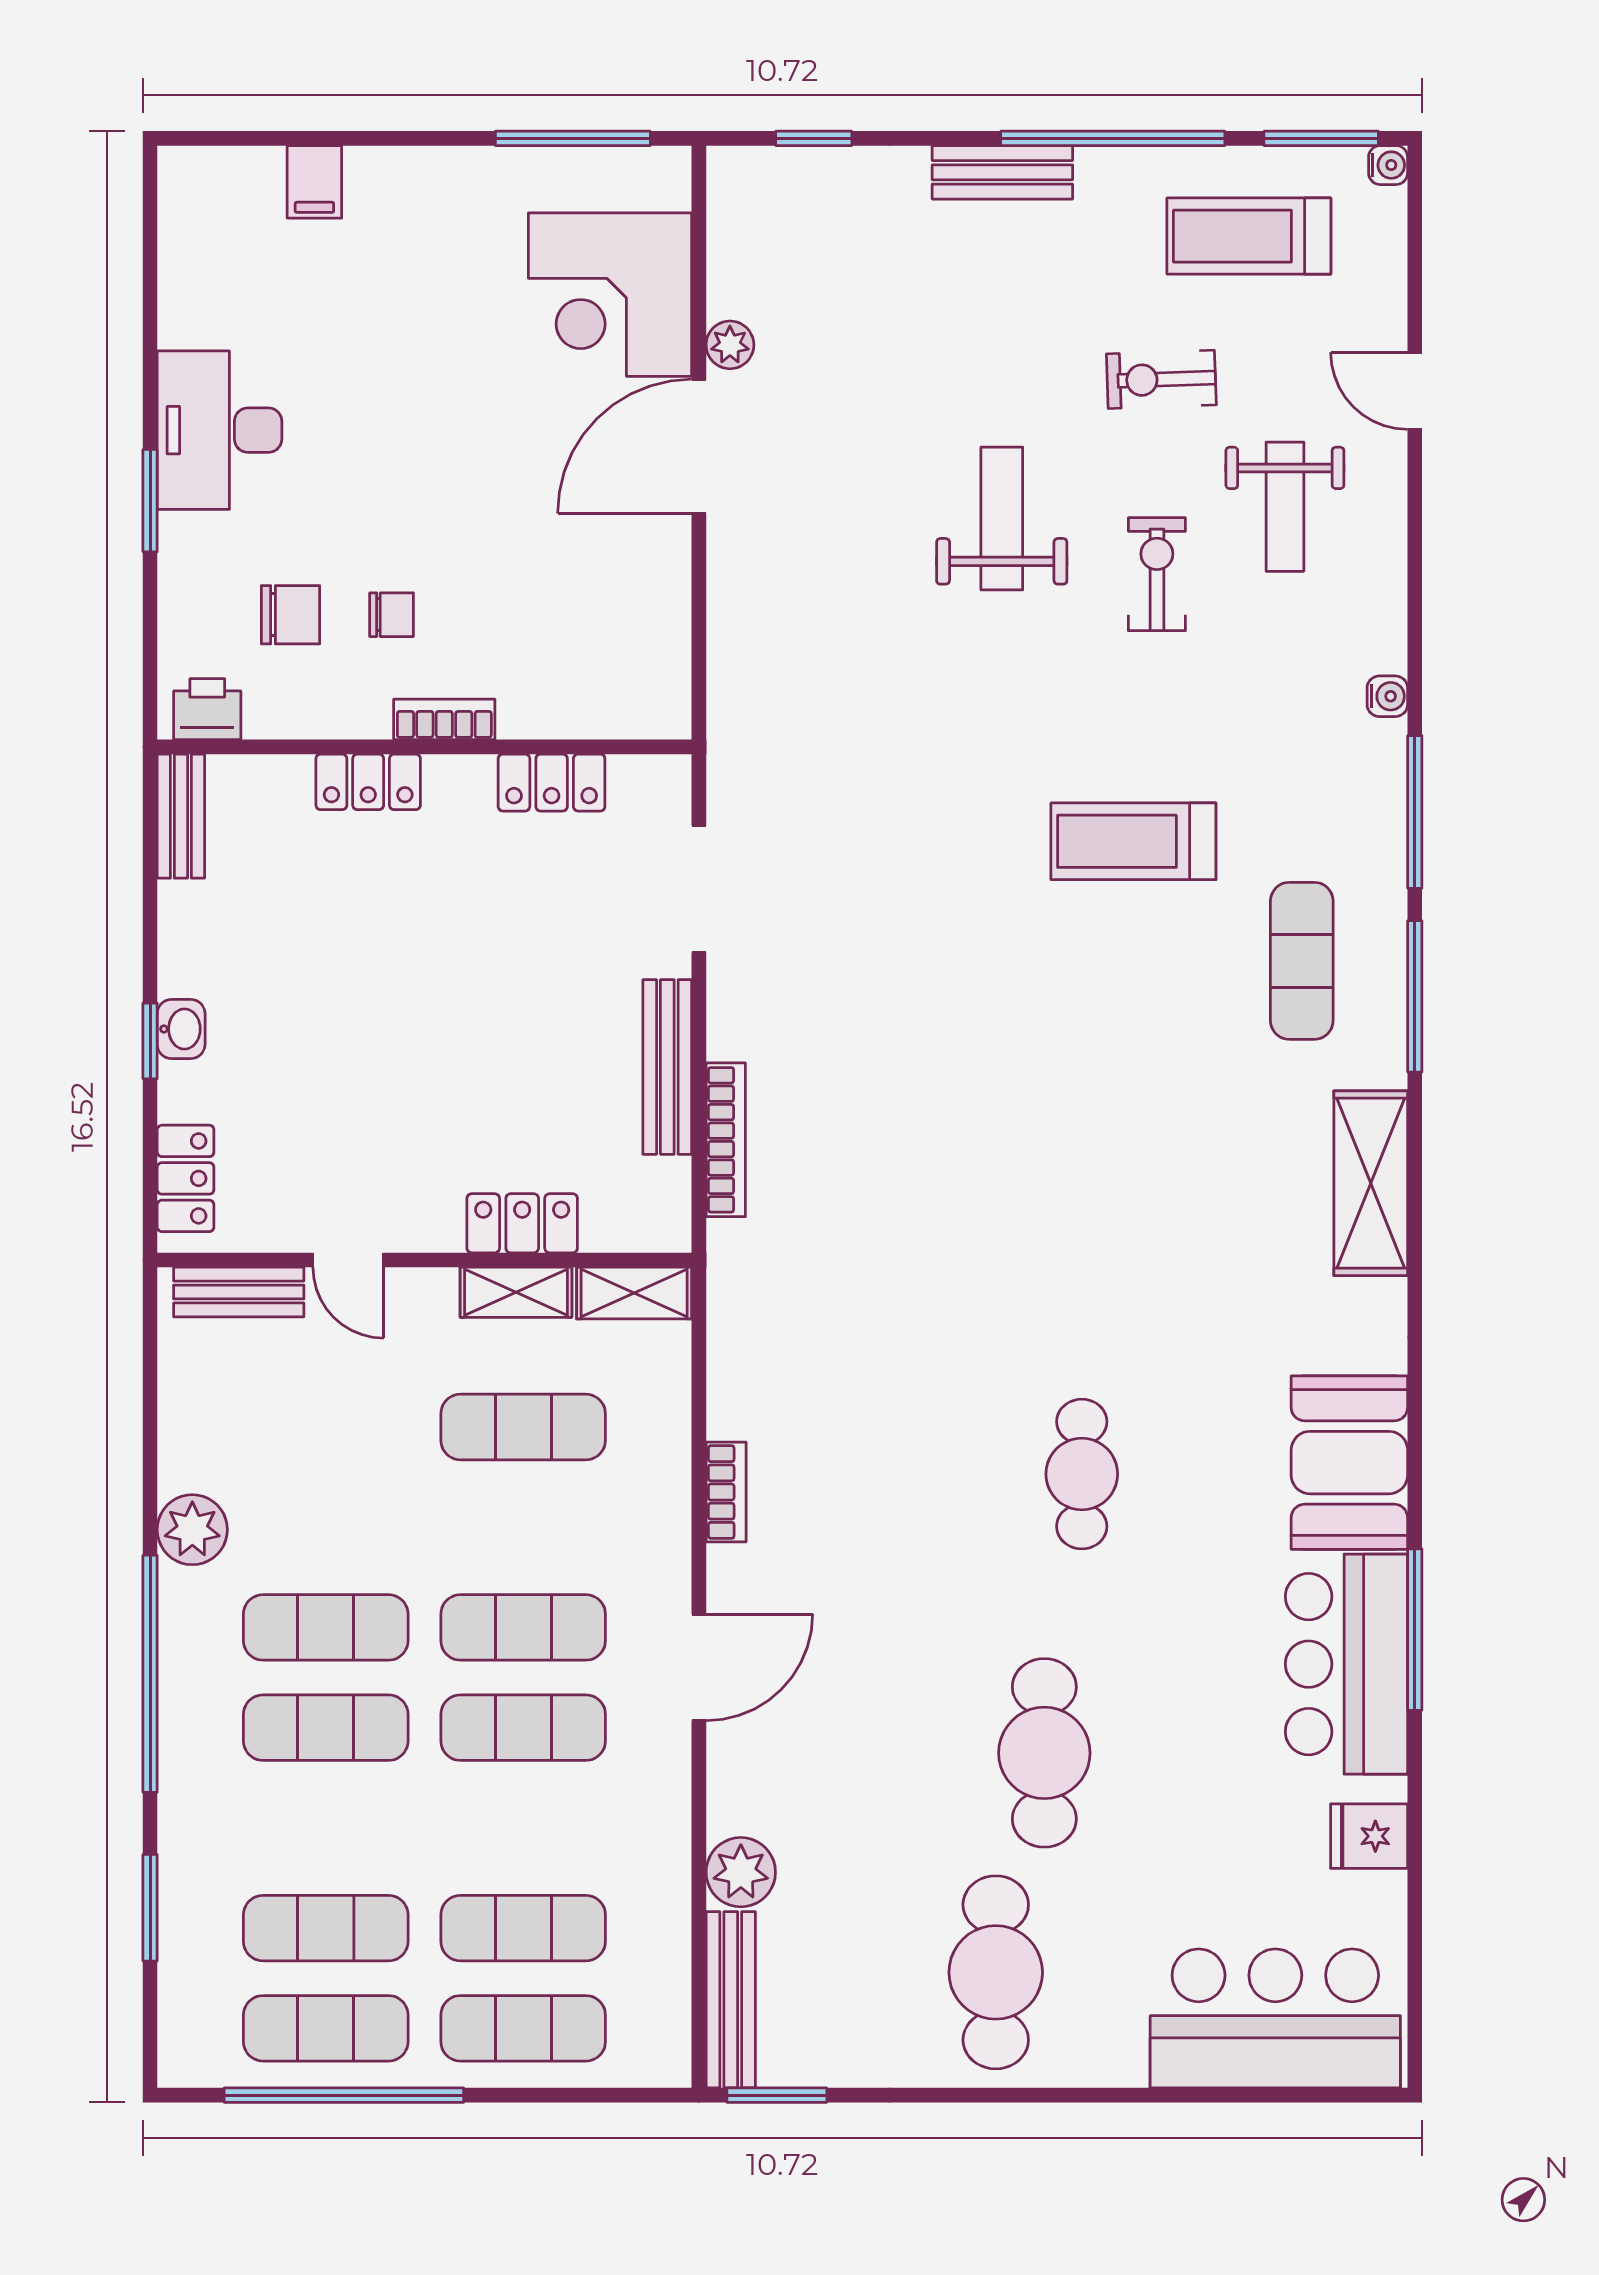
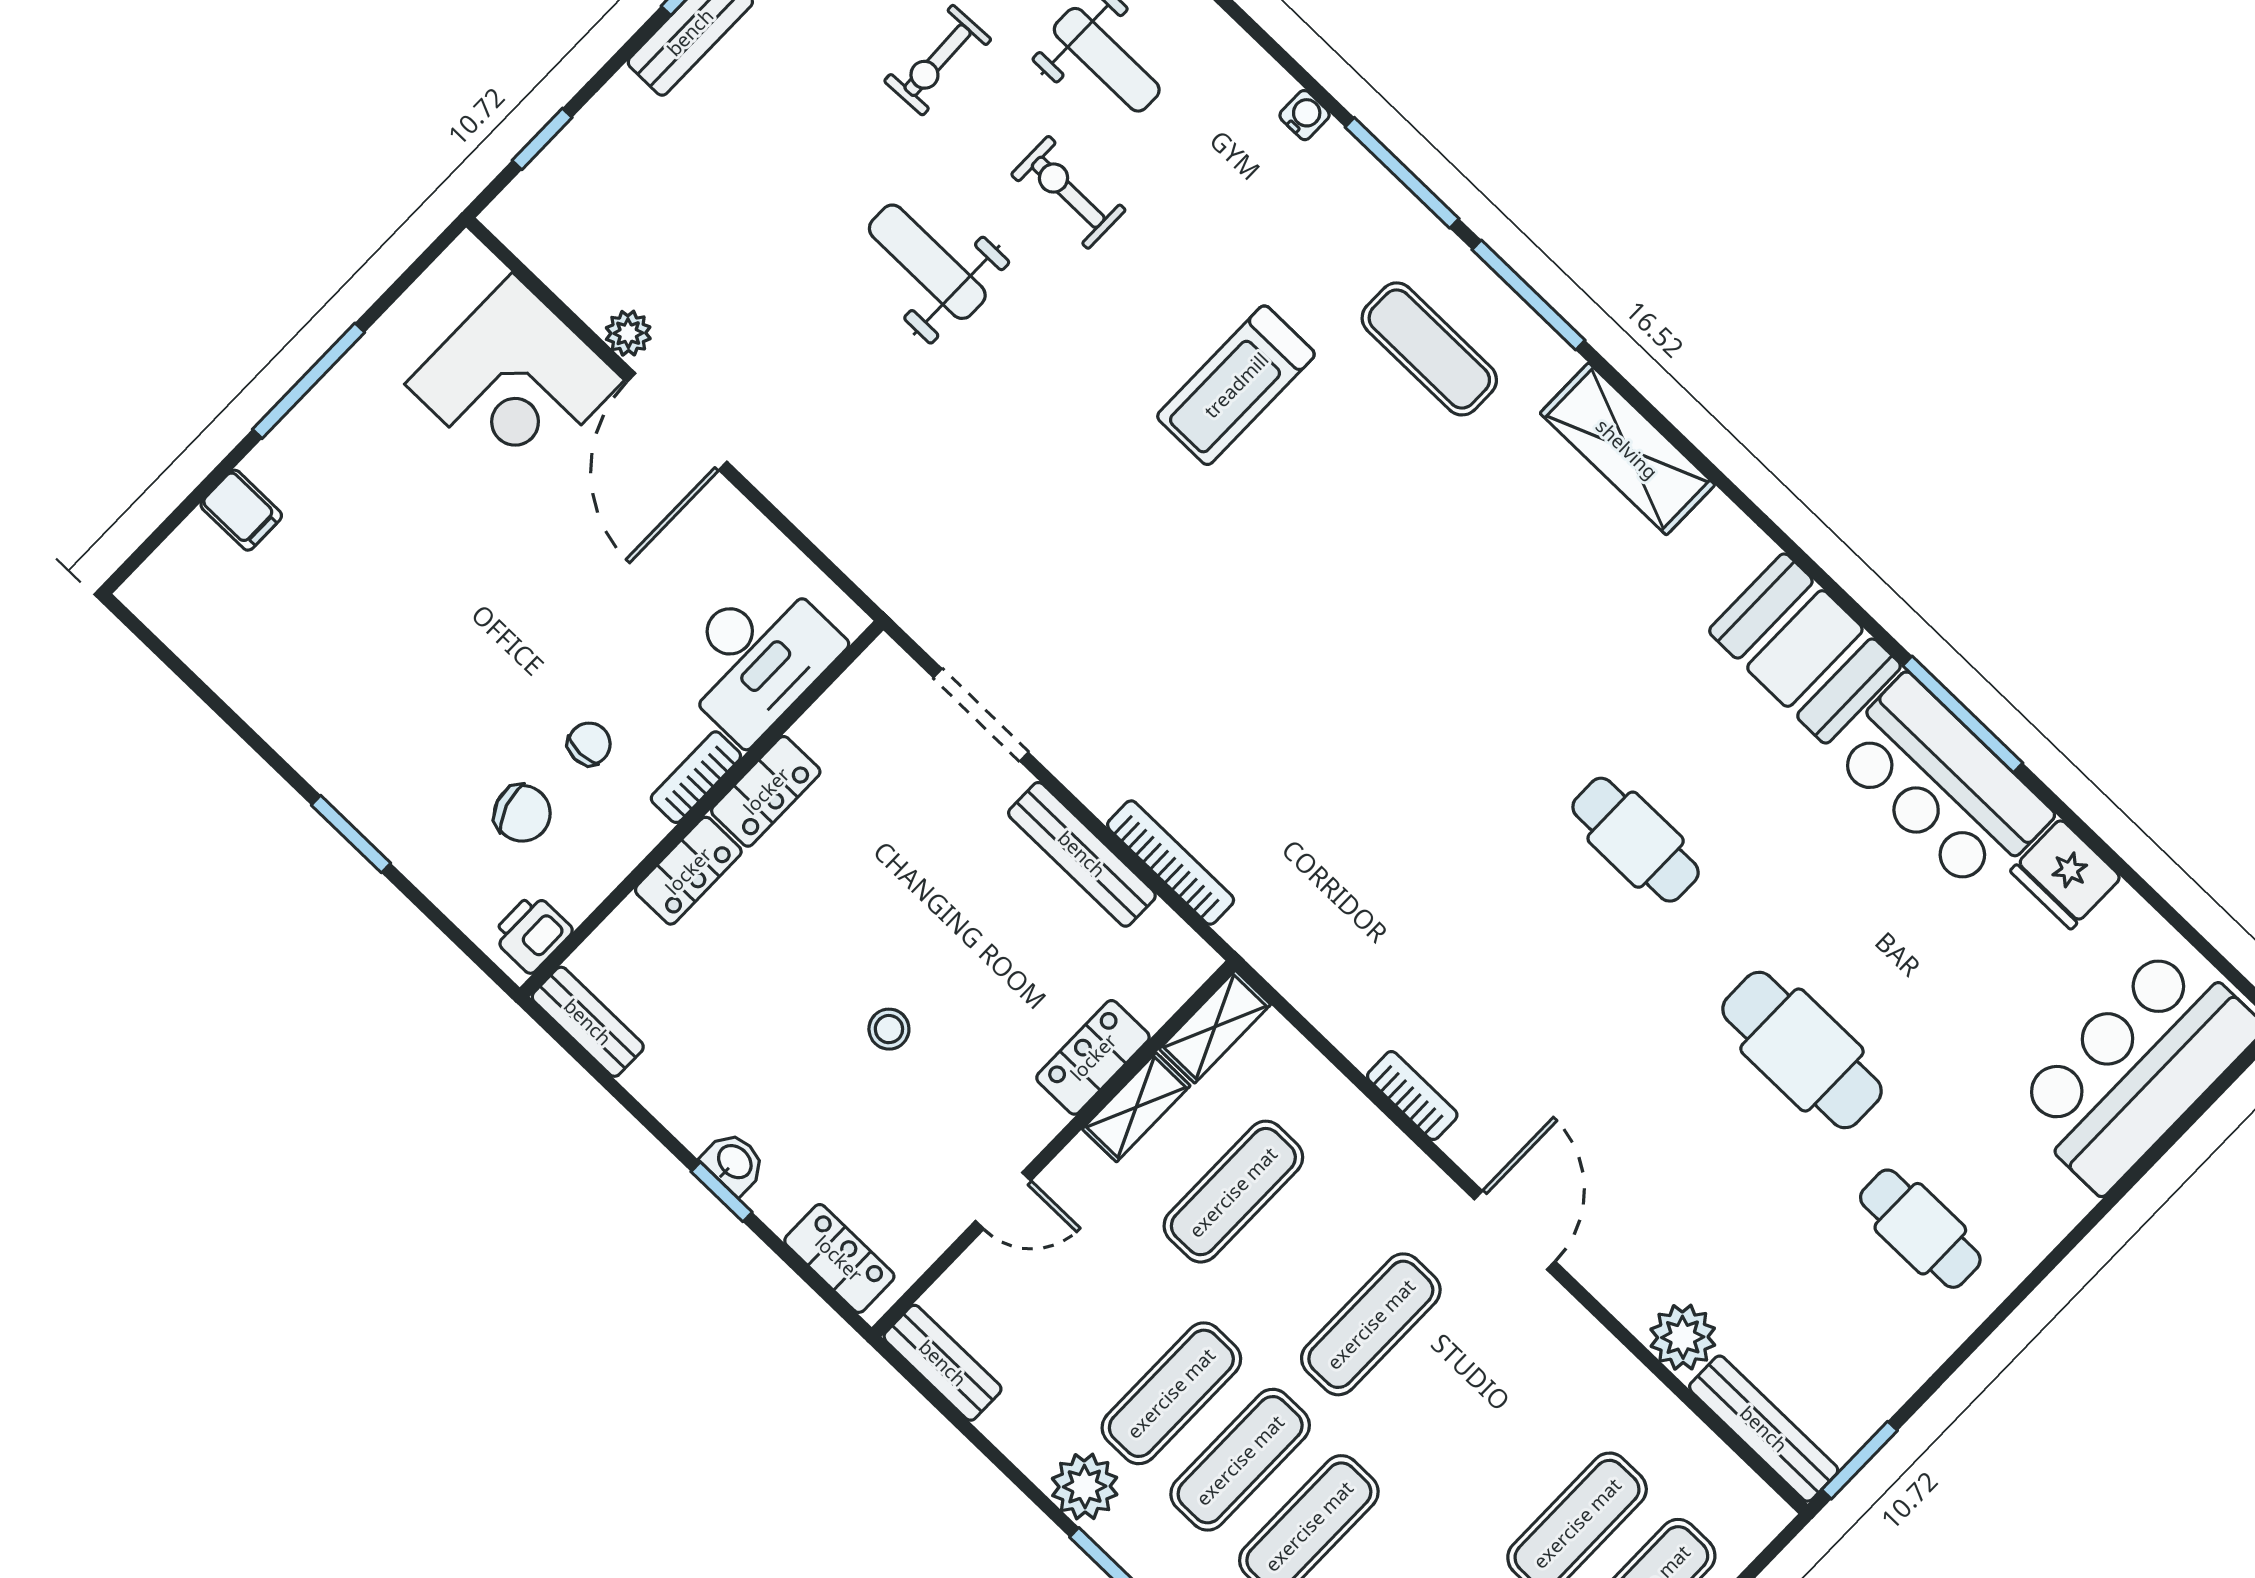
window: (573, 138) -> (309, 381), moved
desk: (219, 430) -> (756, 657), moved, turned -90
chair: (290, 615) -> (522, 813), turned 72
locker: (552, 783) -> (766, 791), moved
stool: (395, 1049) -> (889, 1029), added
bench: (239, 1292) -> (943, 1363), moved, turned 90
exercise mat: (523, 1728) -> (1171, 1393), moved
fridge: (1369, 1836) -> (2066, 874), width x1.38
cafe table: (996, 1972) -> (1920, 1229), width x0.73, depth x0.74

